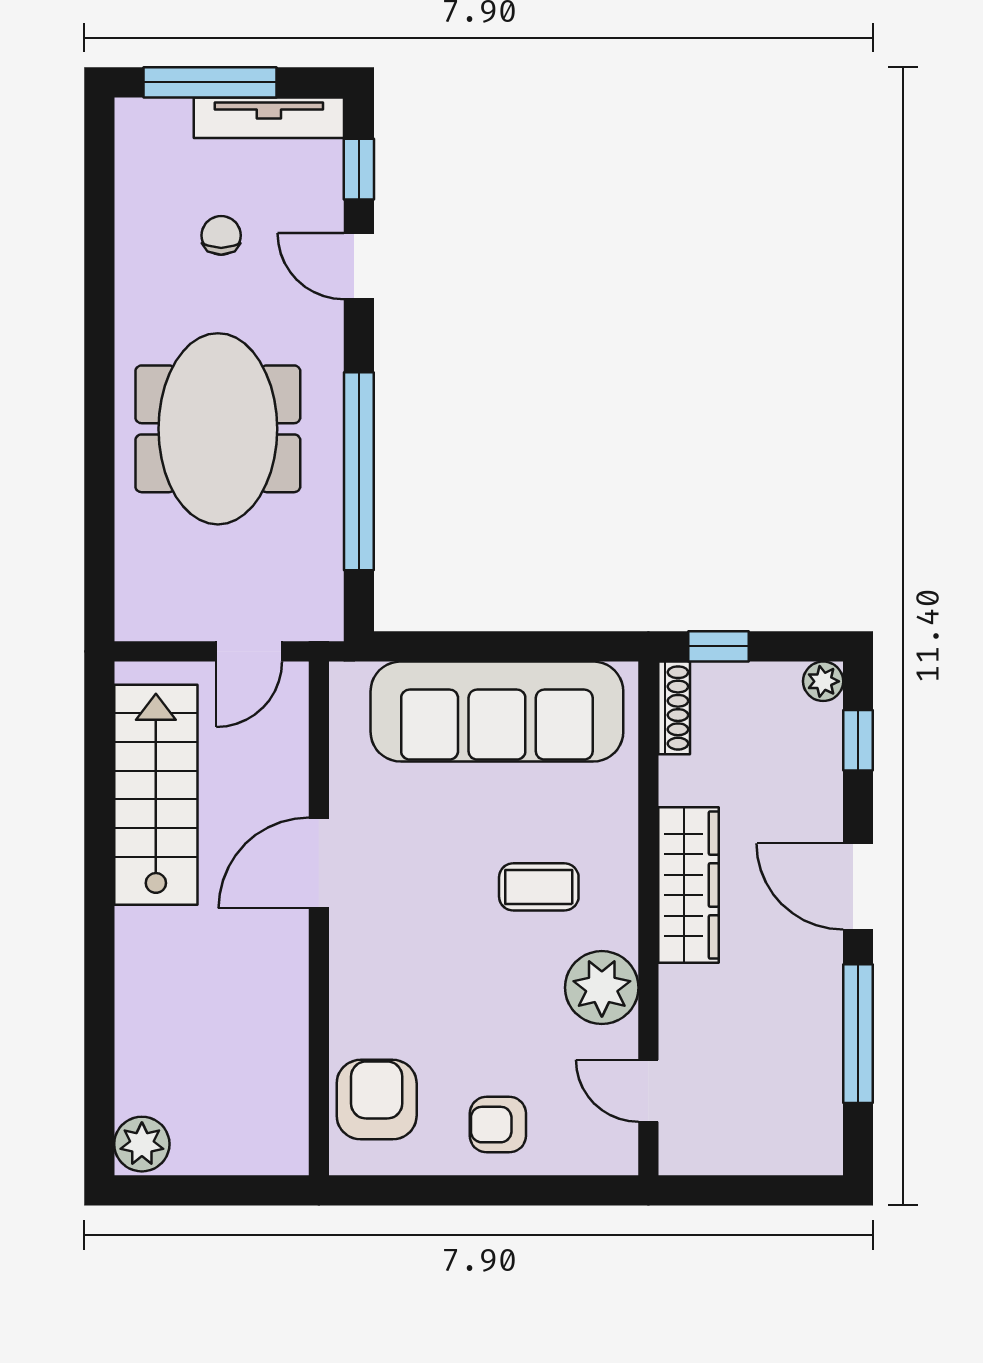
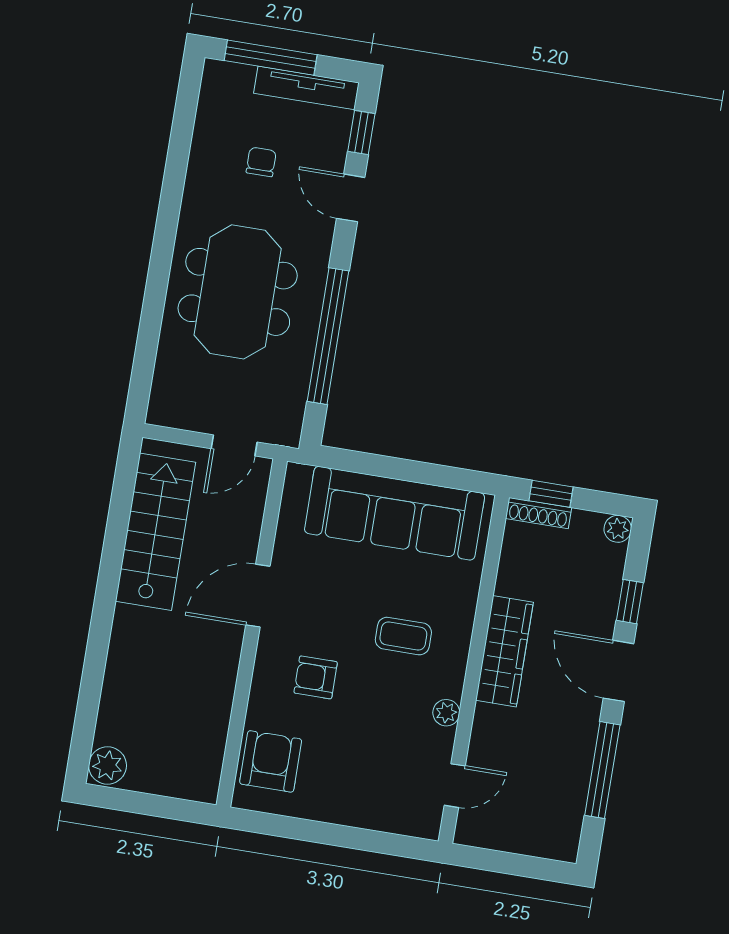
shoe rack: (674, 708) -> (538, 513), moved, turned 90
window: (858, 740) -> (630, 602), moved
plant: (602, 988) -> (446, 713), width x0.53, depth x0.53
door: (648, 1091) -> (455, 786), swing flipped
armchair: (498, 1125) -> (316, 677), moved

